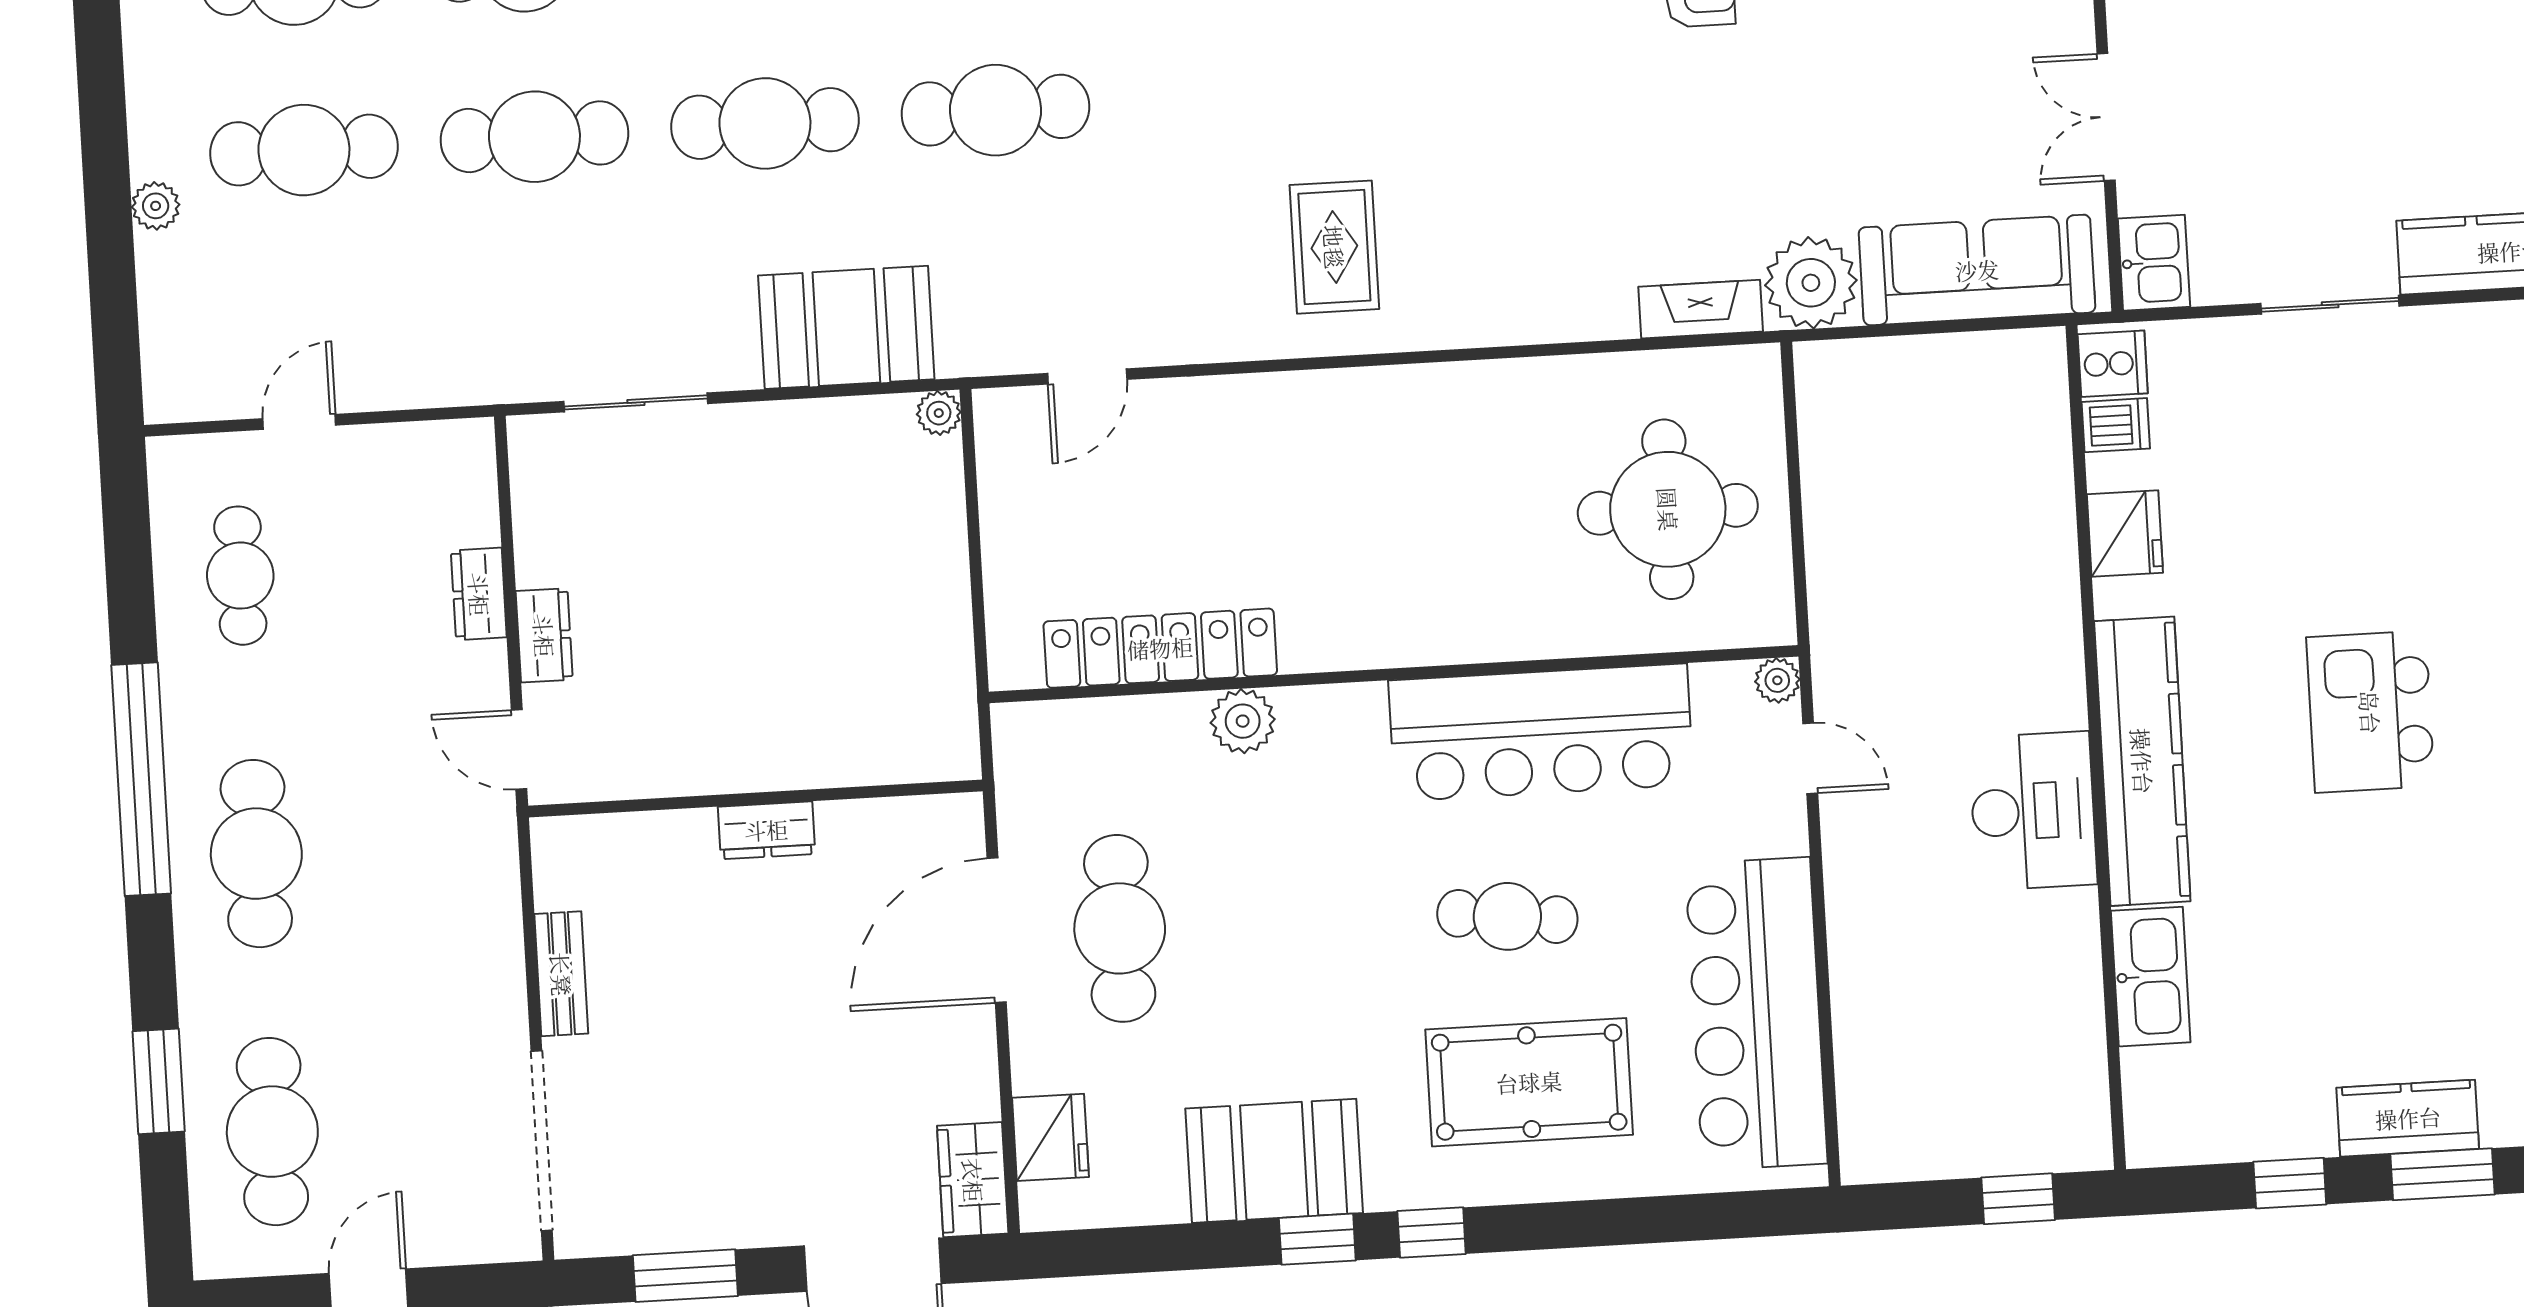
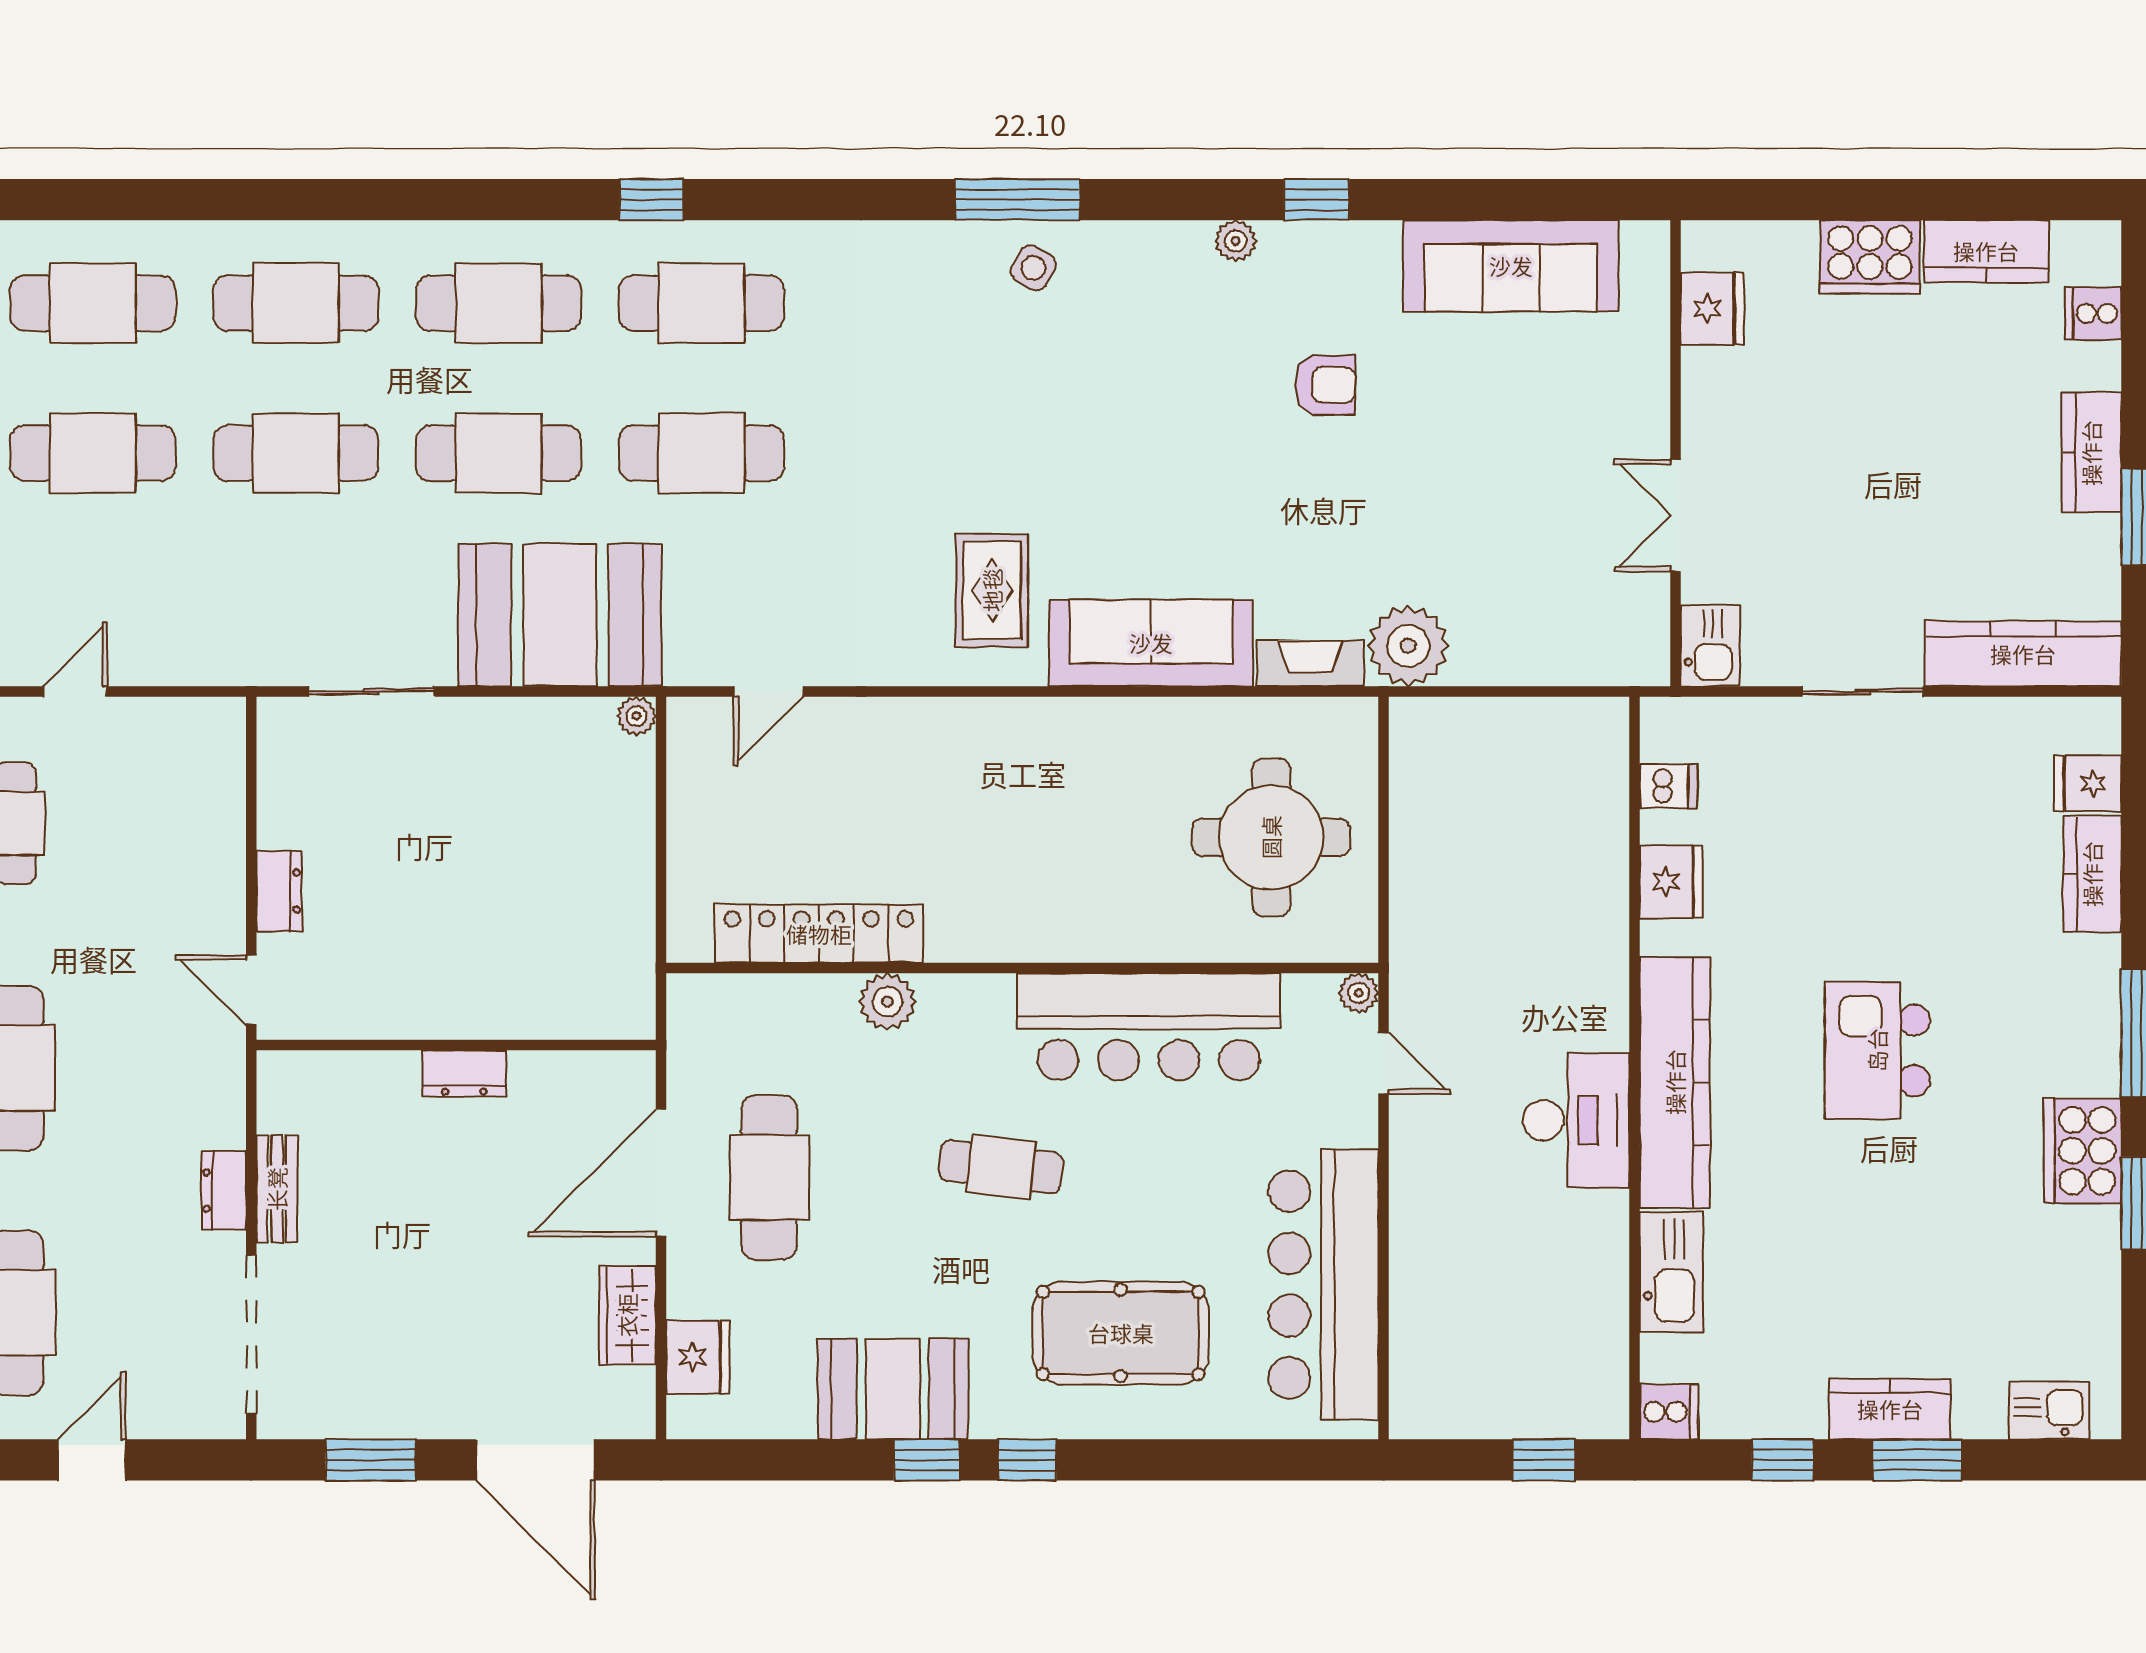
sofa: (1977, 270) -> (1151, 643), moved
booth: (846, 327) -> (560, 615), width x1.36, depth x1.42
cooker: (2113, 364) -> (1669, 1412), moved
dresser: (479, 594) -> (224, 1191), moved
cafe table: (1507, 916) -> (1001, 1167), moved
wardrobe: (973, 1180) -> (627, 1315), moved

